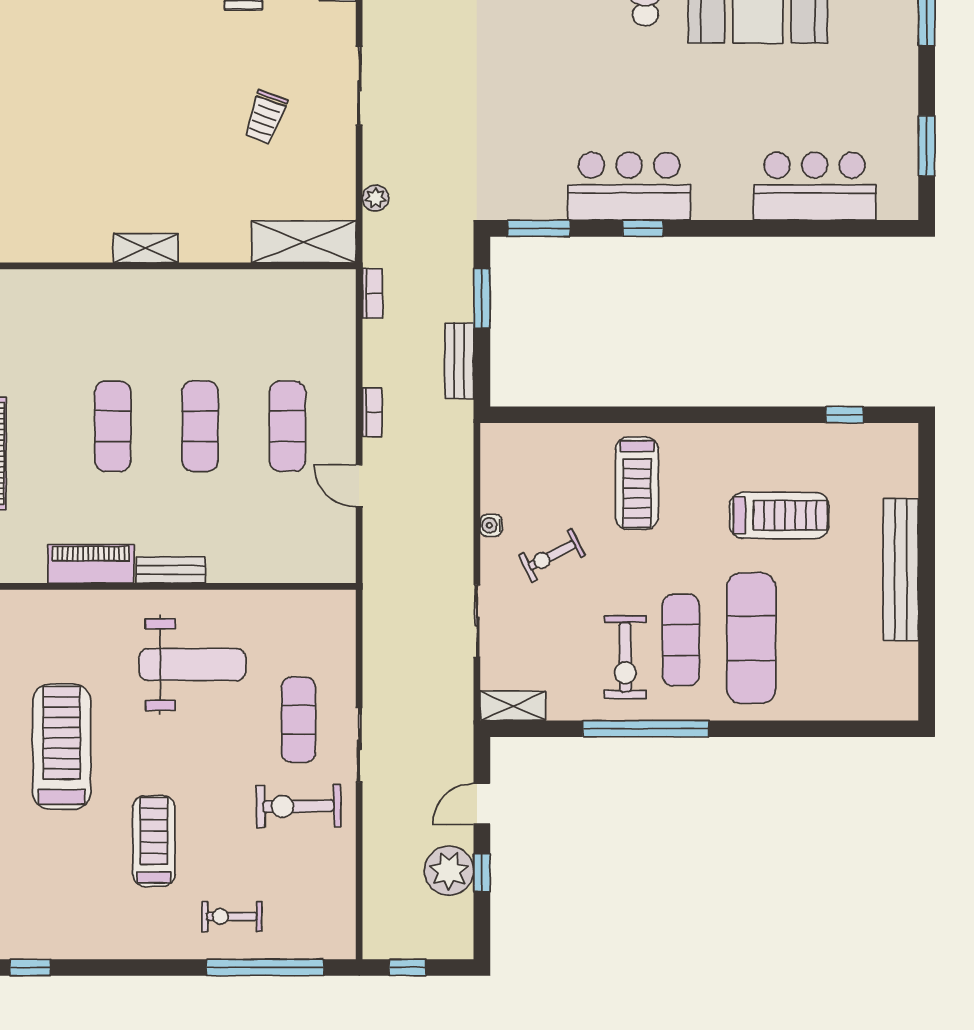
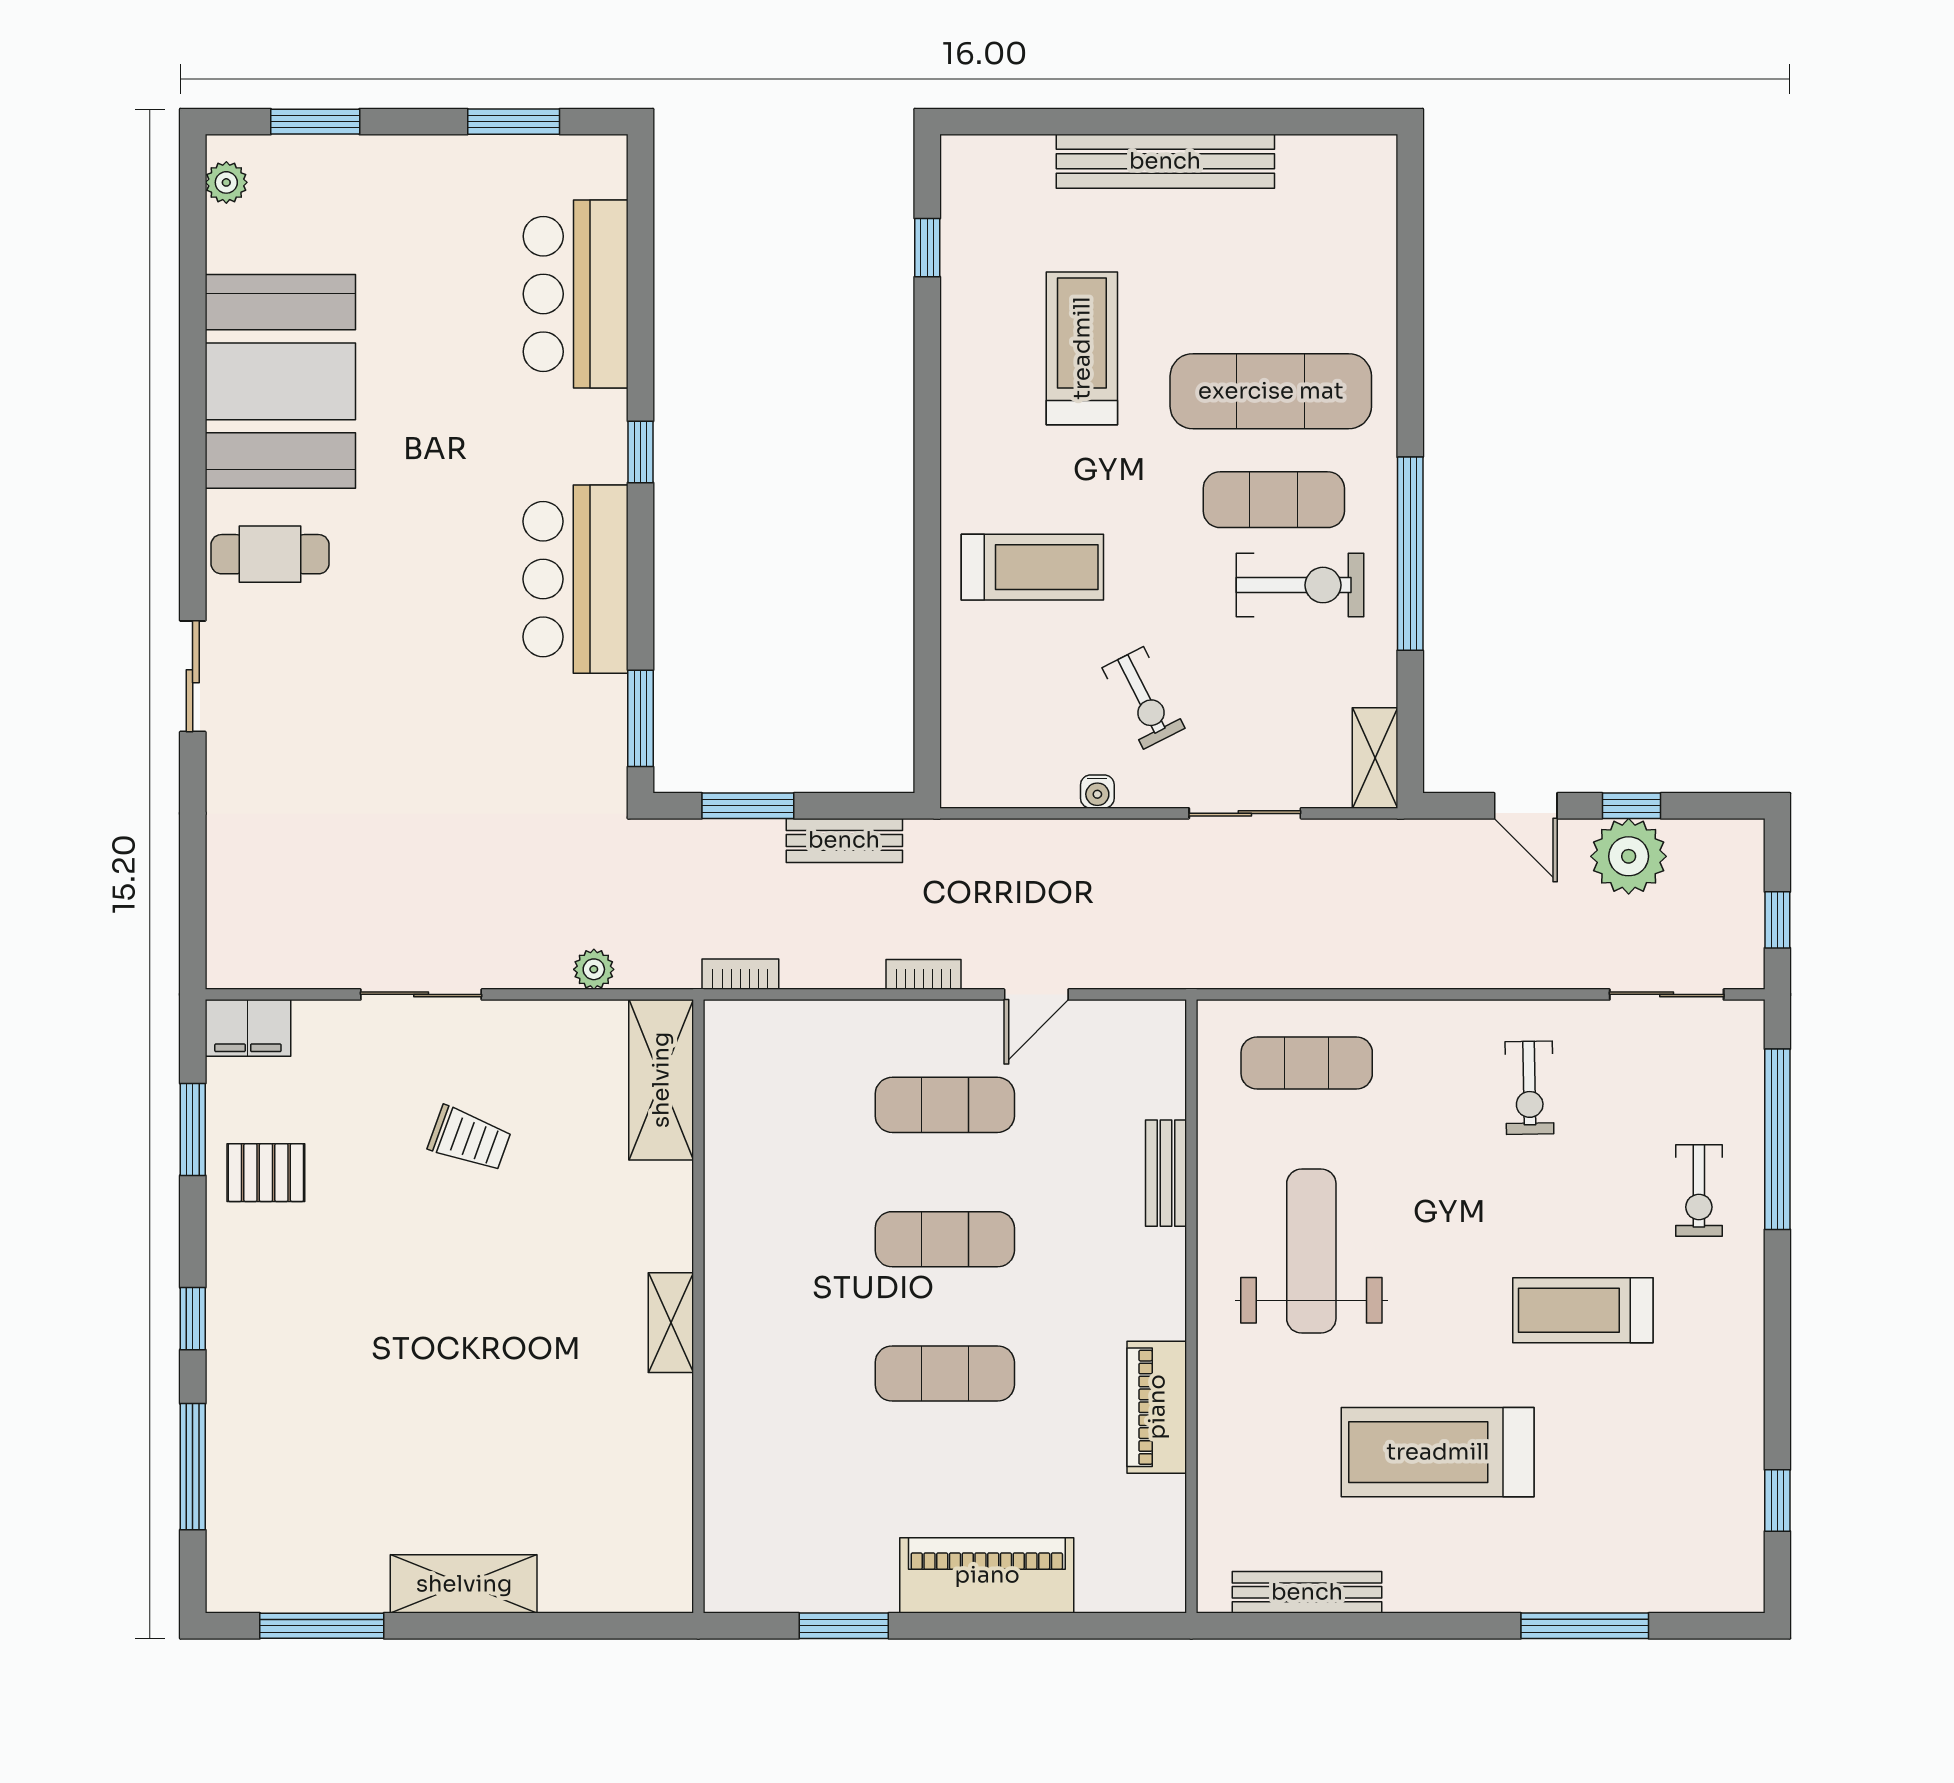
window: (643, 228) -> (640, 452), moved
bench: (171, 570) -> (1166, 1173), moved
exercise mat: (298, 720) -> (1307, 1063), moved
sliding door: (359, 745) -> (1667, 994), moved
exercise bike: (299, 806) -> (1529, 1088), width x0.73, depth x0.72

